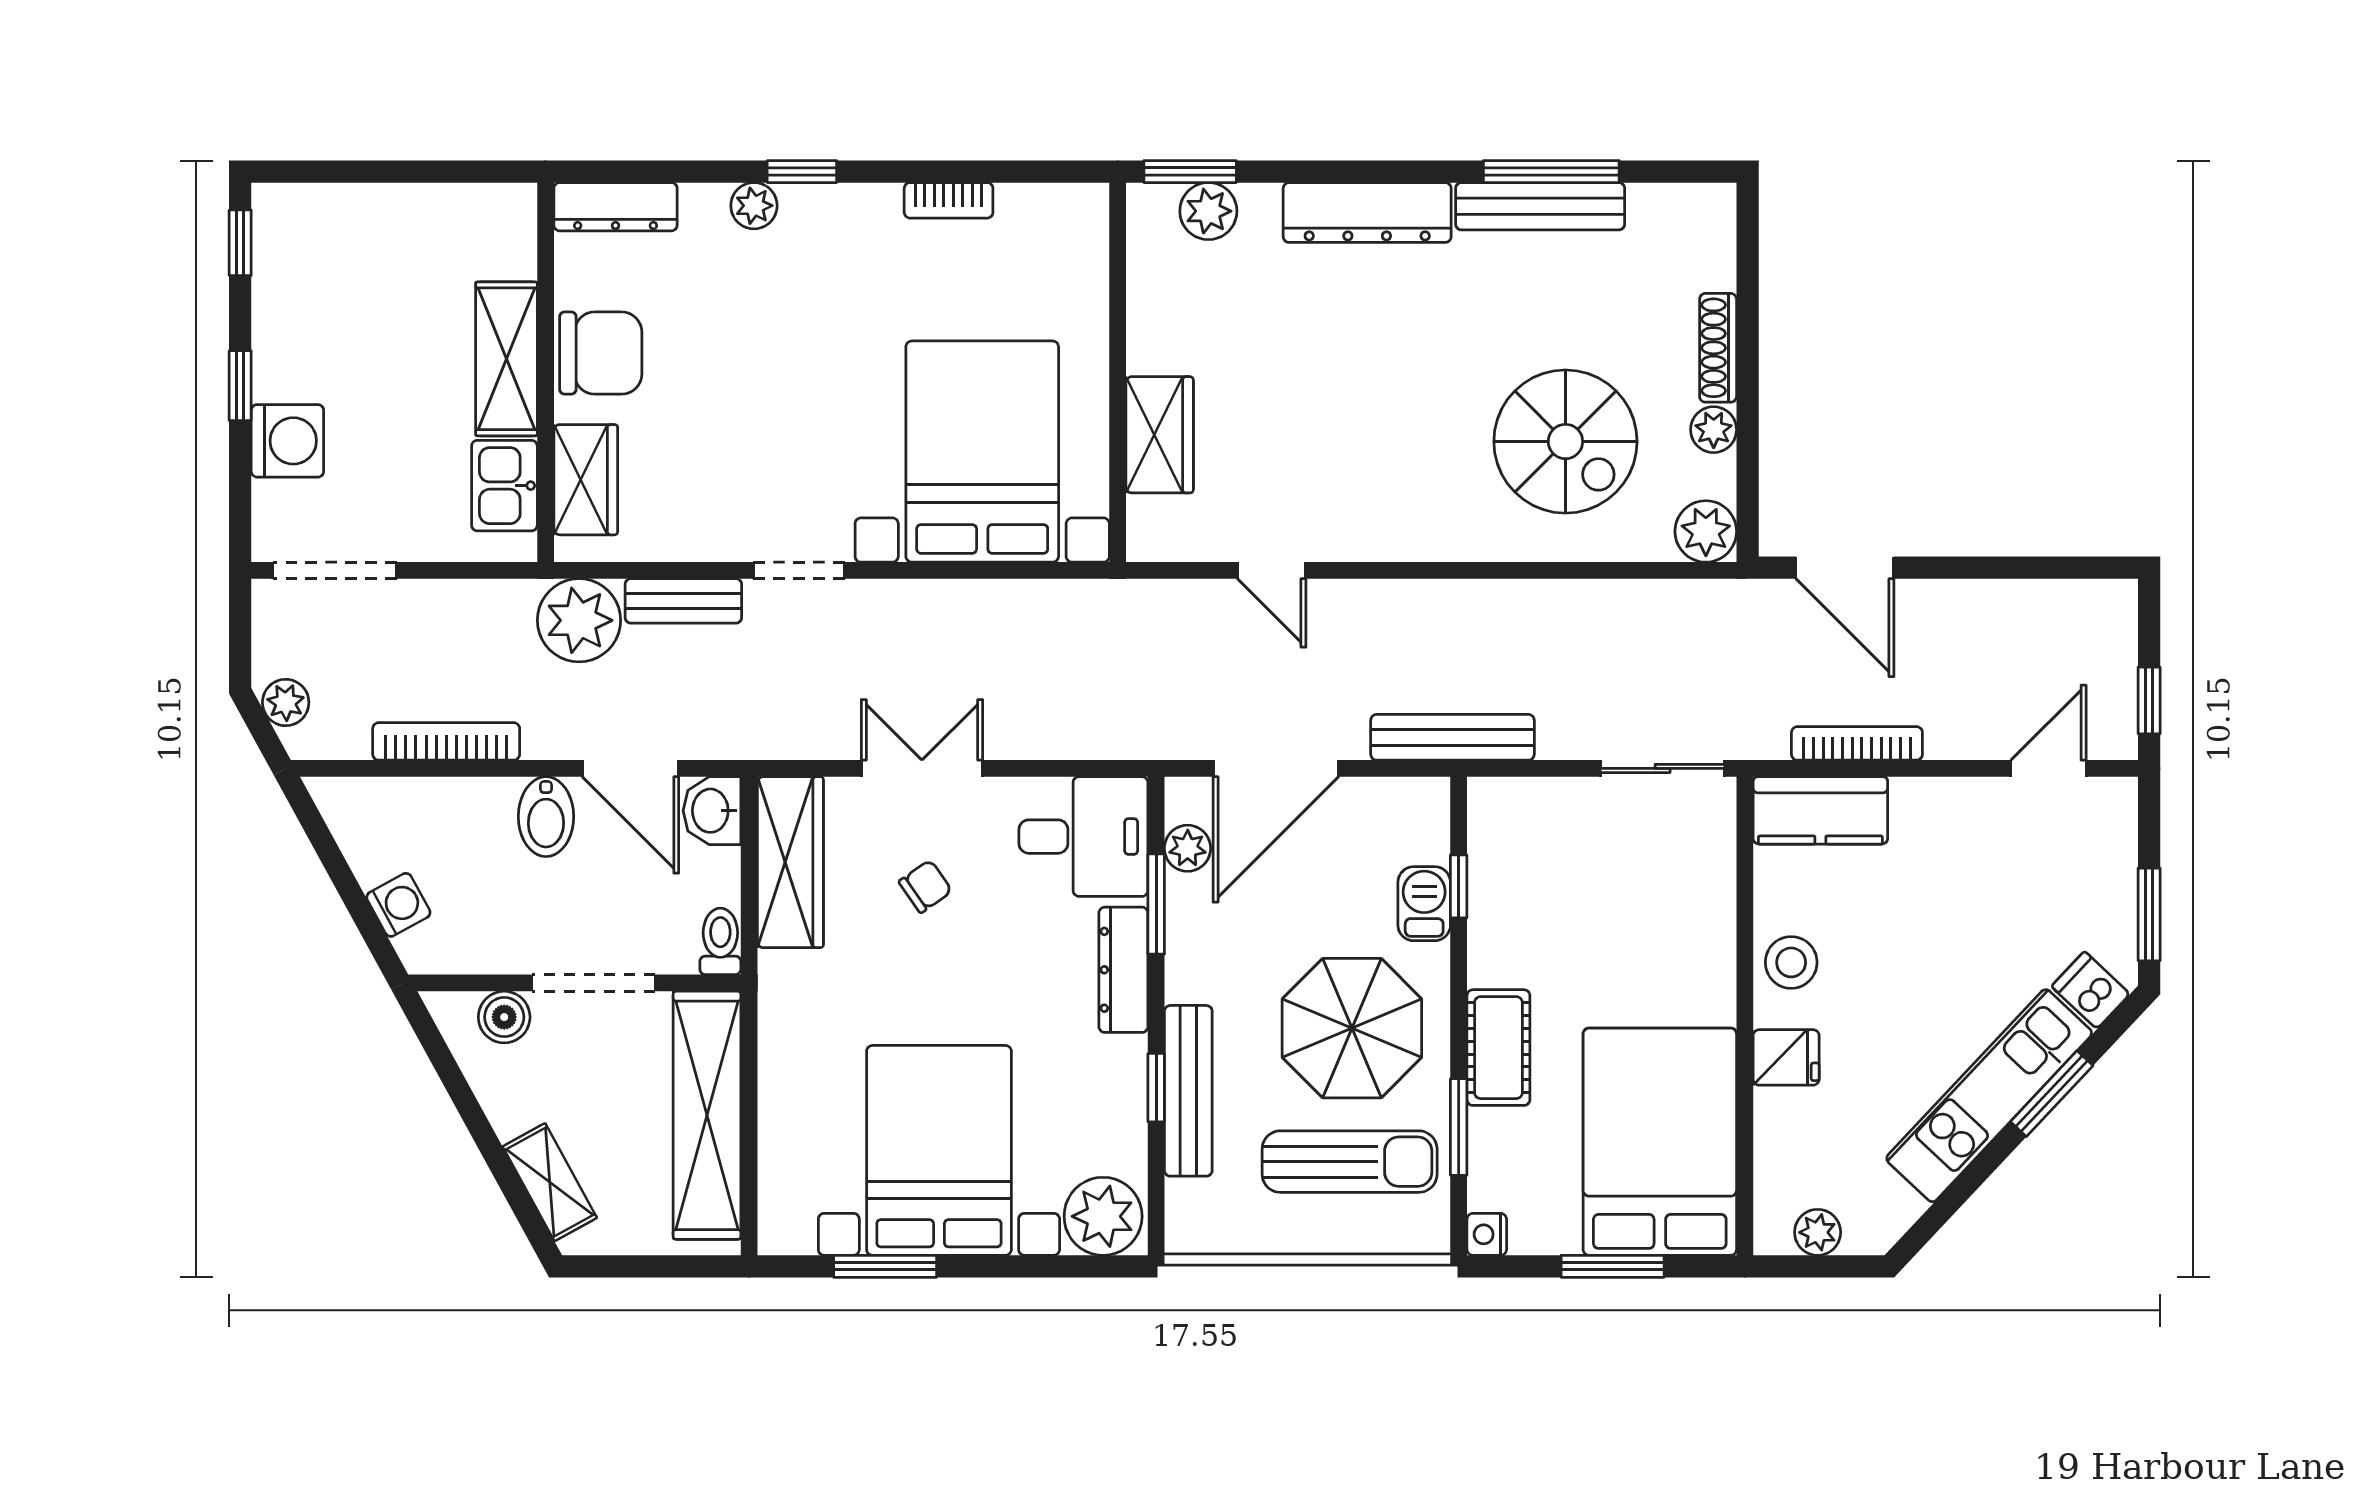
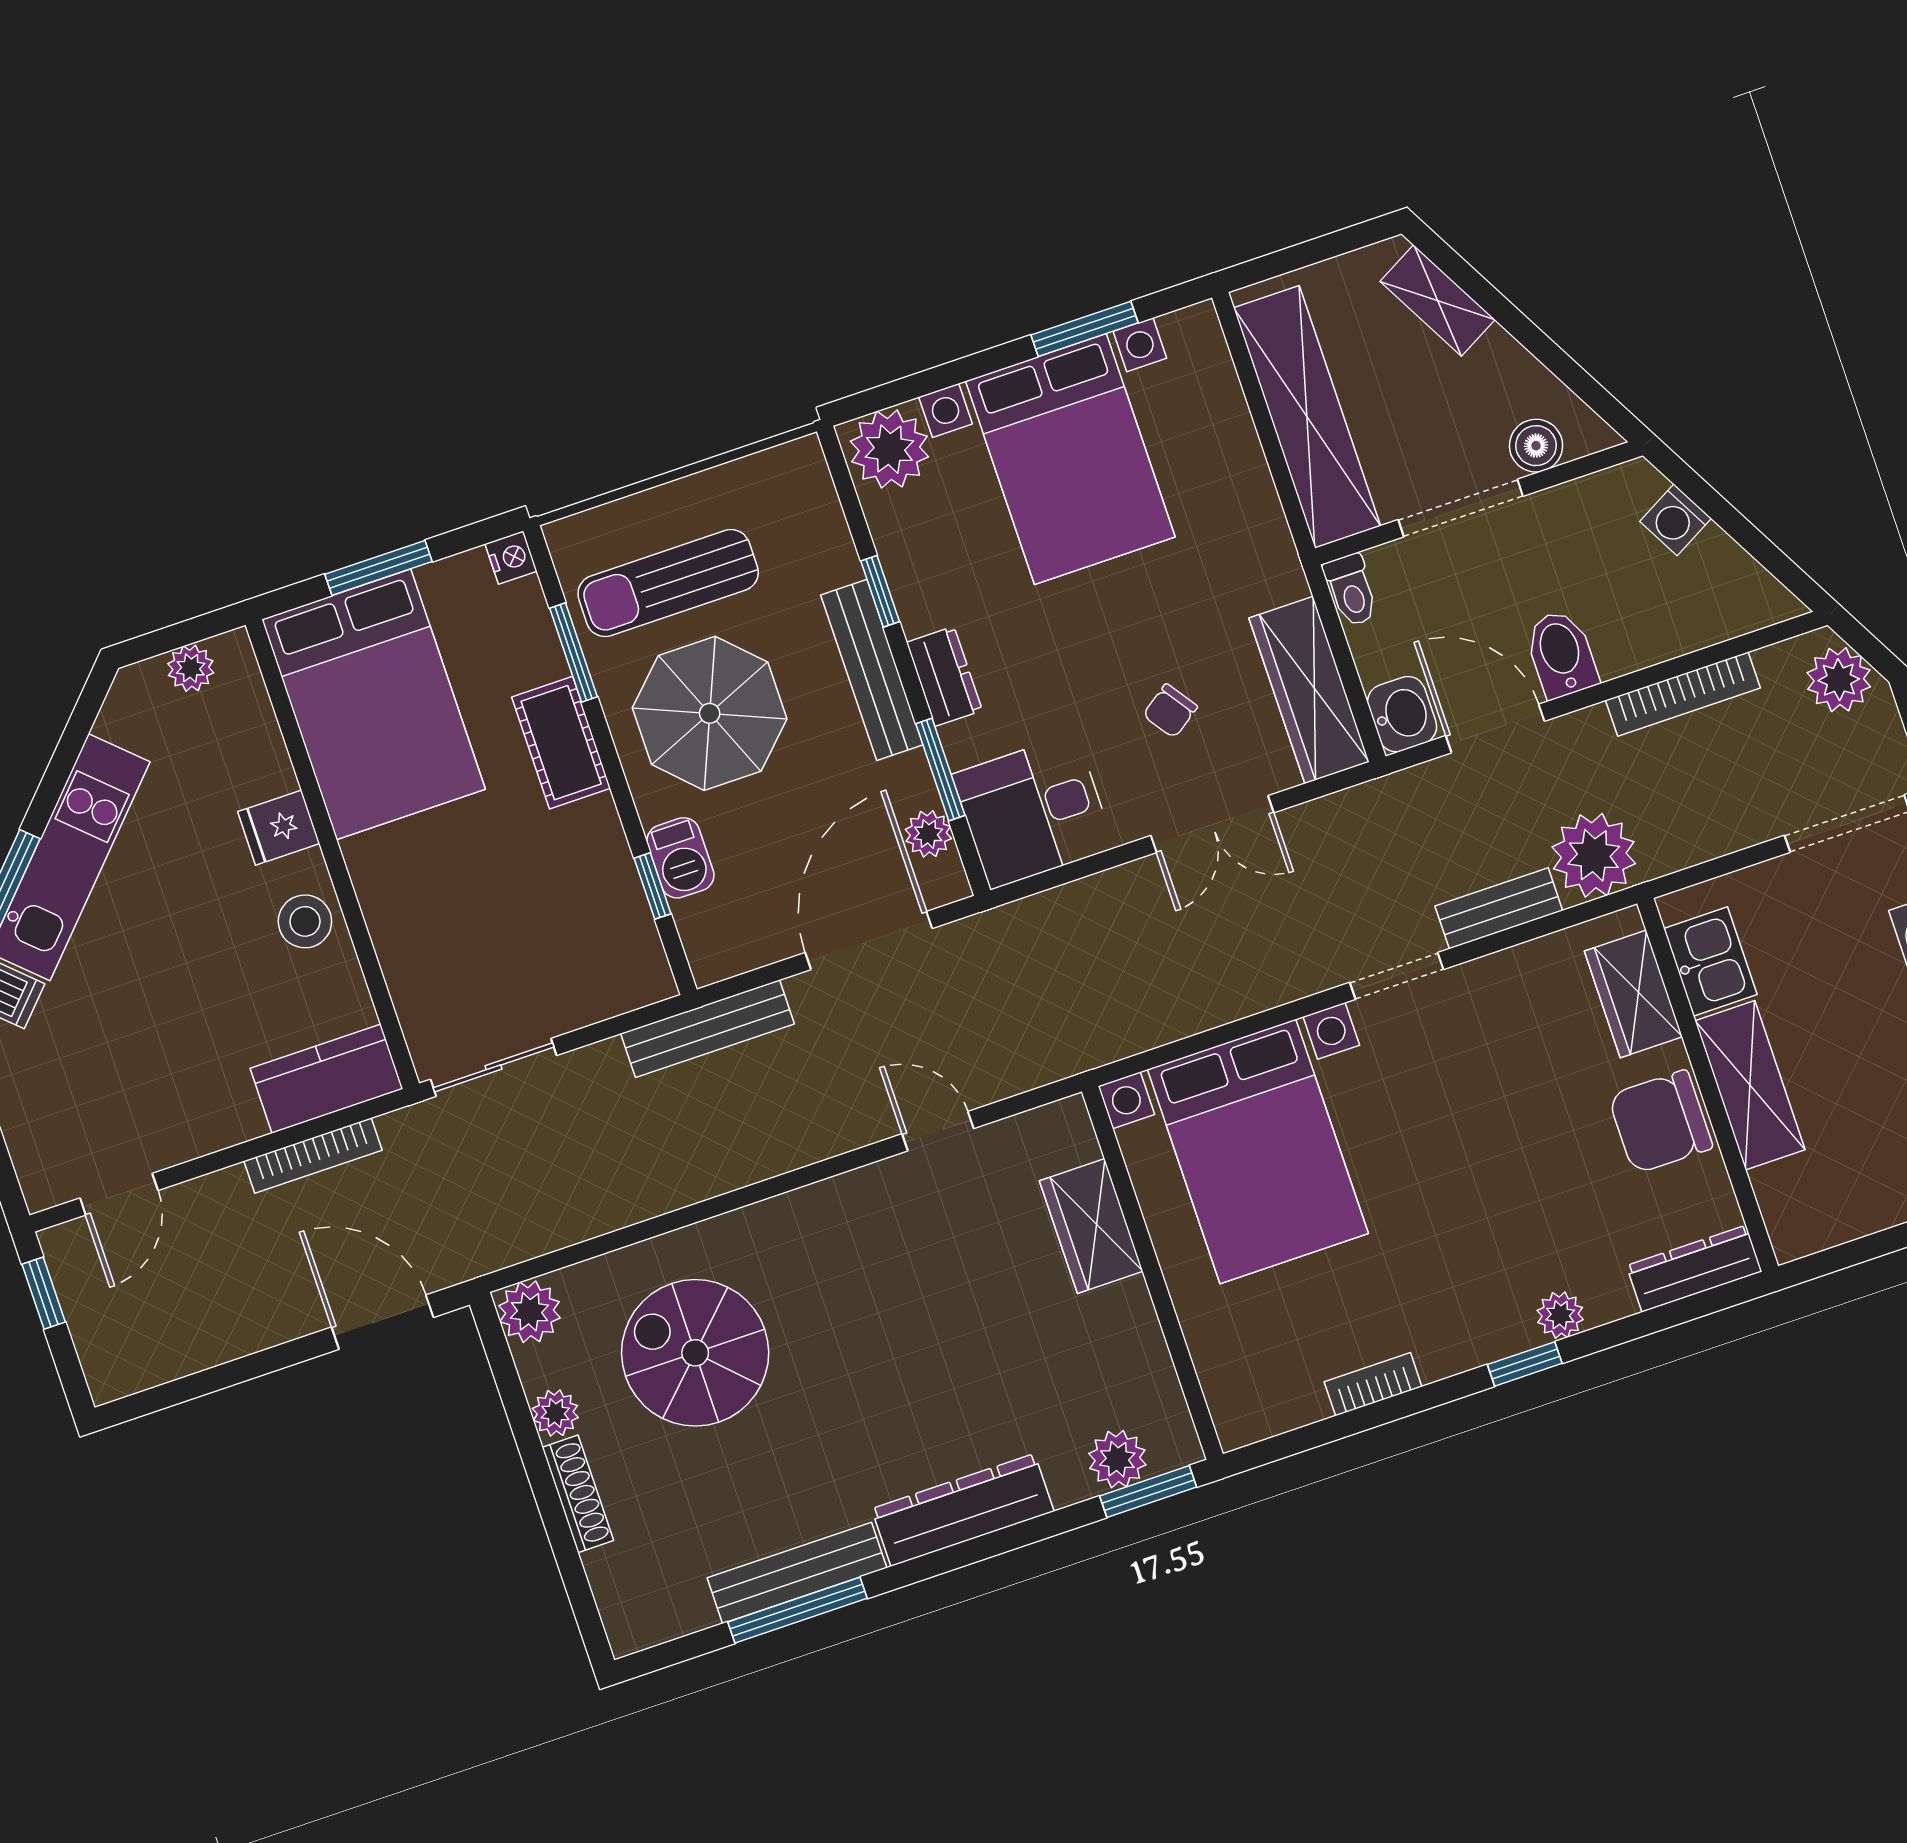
plant: (286, 703) -> (1839, 680), width x1.38, depth x1.38
dresser: (1123, 970) -> (944, 676), width x0.70
bench: (1188, 1091) -> (872, 670), moved

